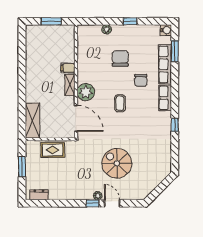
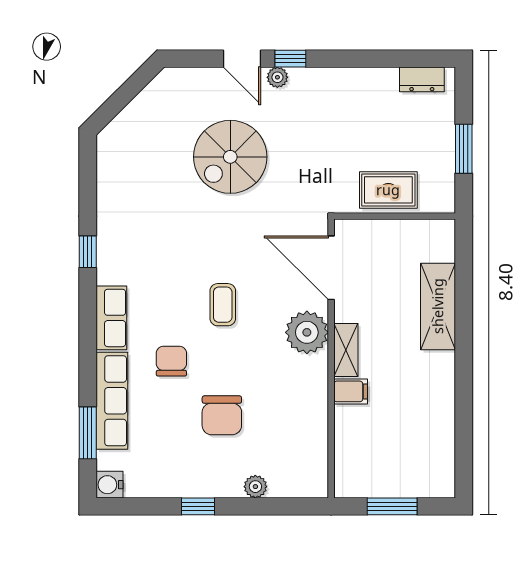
shelving: (32, 121) -> (438, 306), moved
spiral stairs: (117, 163) -> (230, 157), turned 90

